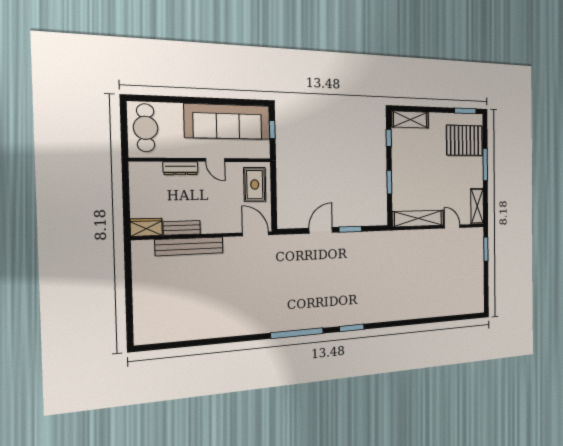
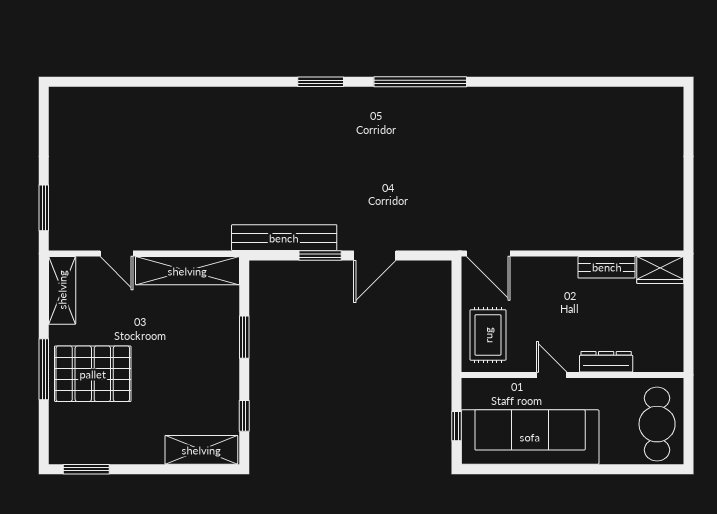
pallet: (464, 140) -> (93, 374), moved
bench: (189, 246) -> (284, 238), moved

